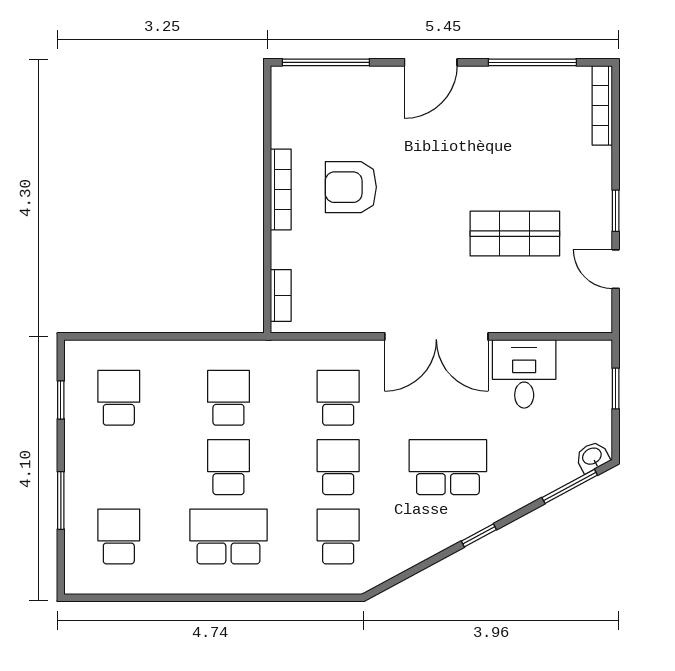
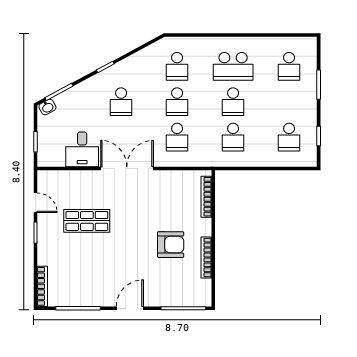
bookcase: (281, 189) -> (206, 257), moved
bookcase: (281, 295) -> (206, 197), width x1.56
school desk: (448, 467) -> (121, 102), width x0.54

